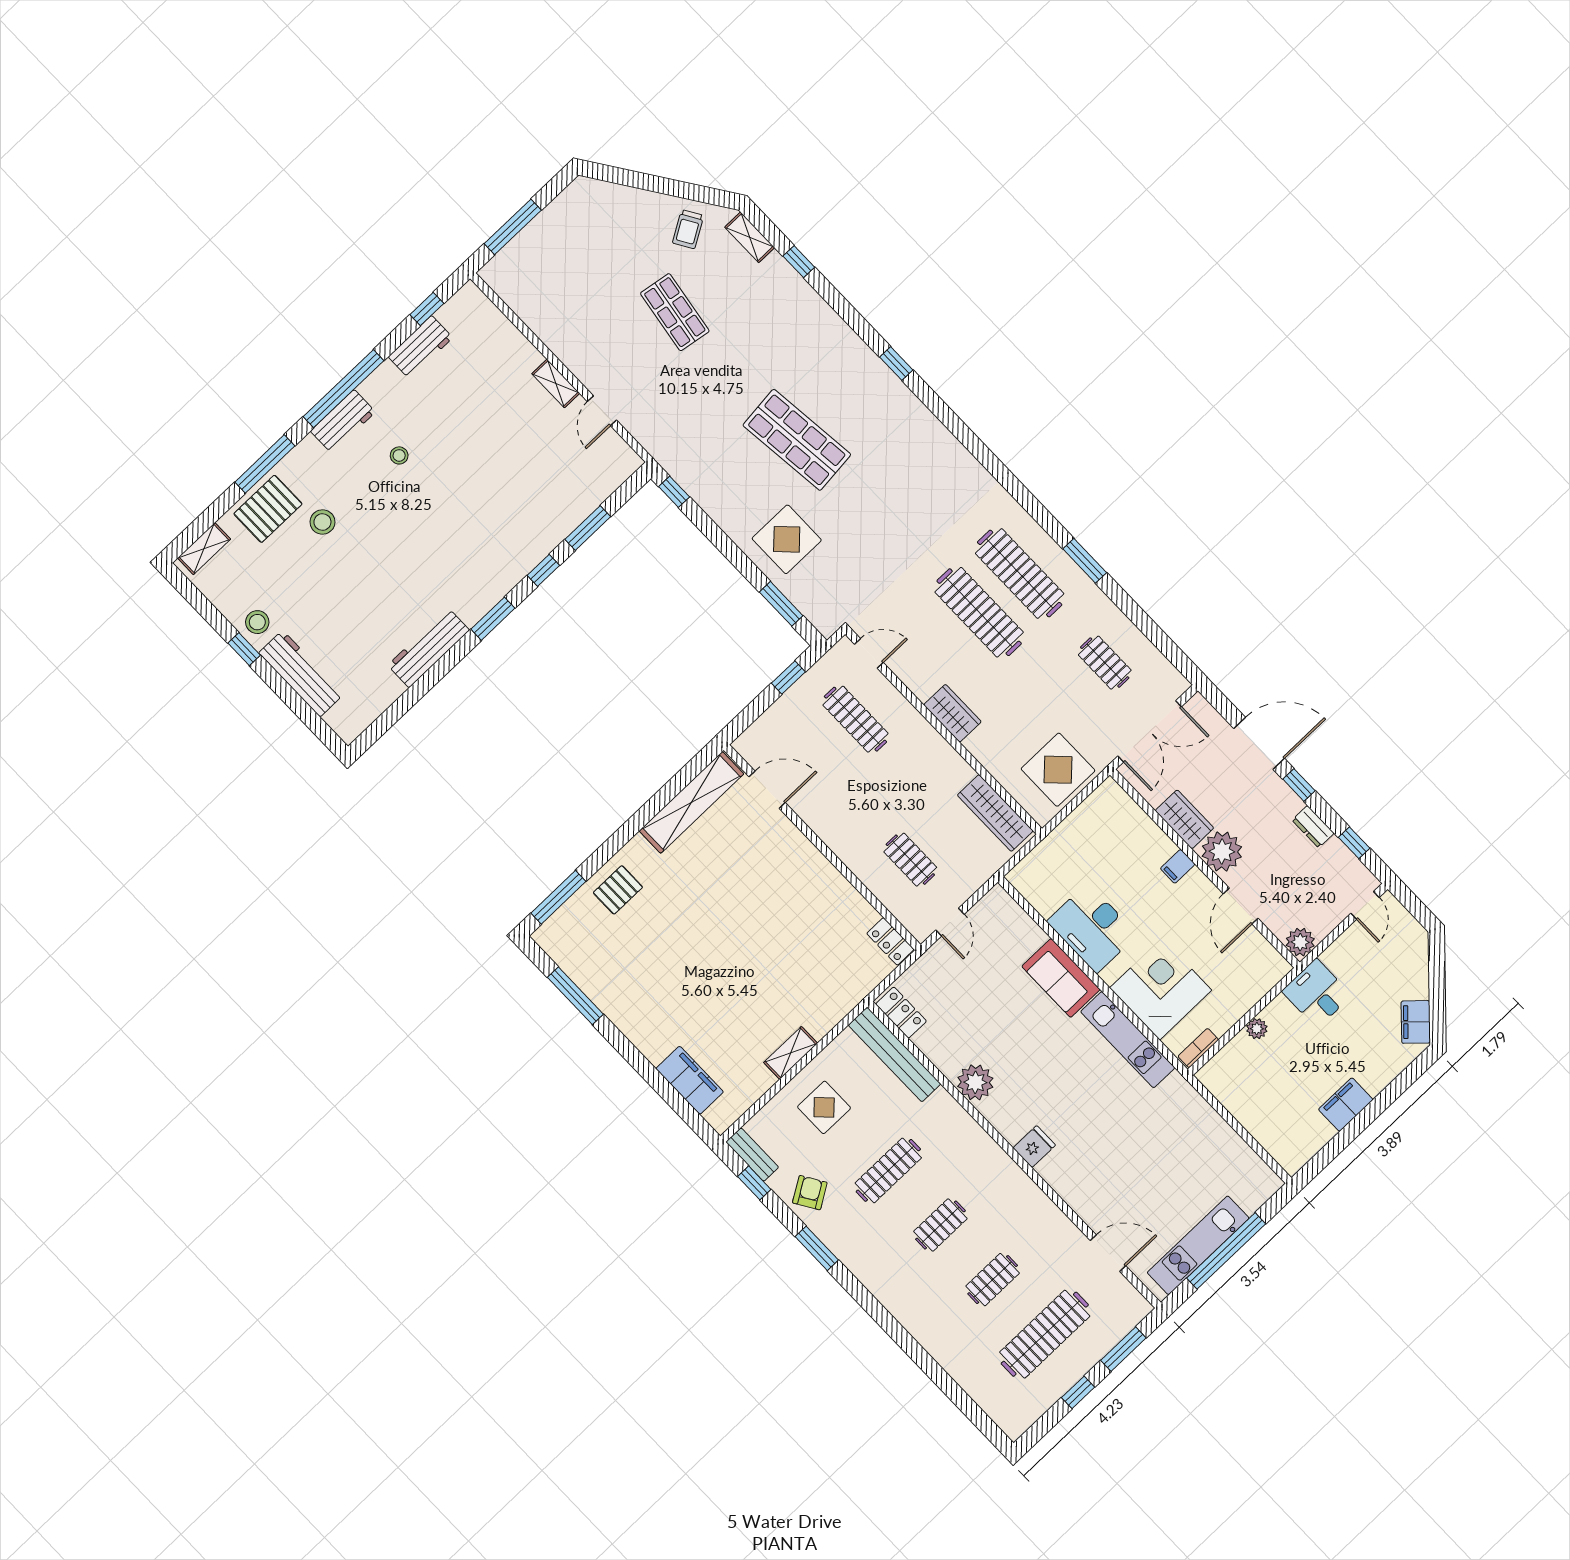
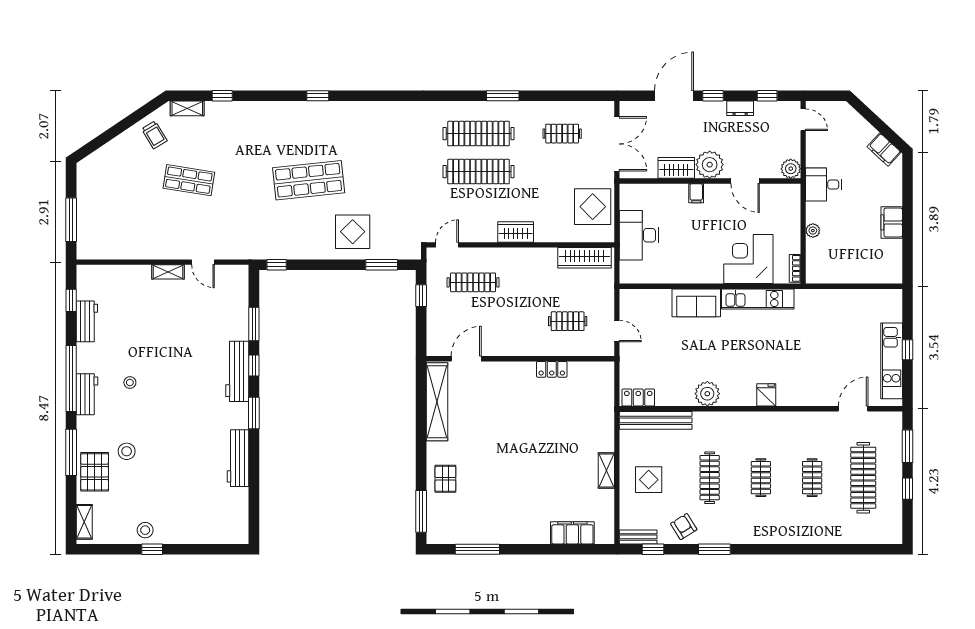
workbench: (301, 674) -> (237, 371), moved, turned -90
desk: (1092, 928) -> (639, 235), moved, turned 90
locker: (890, 941) -> (552, 369), moved
window: (1226, 1251) -> (907, 350), width x0.32

